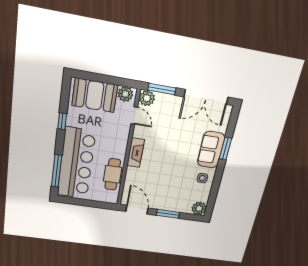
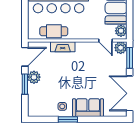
door: (134, 116) -> (106, 40), hinge flipped
window: (225, 148) -> (68, 119), moved
fireplace: (136, 153) -> (63, 47), moved
plant: (199, 208) -> (34, 77), moved

